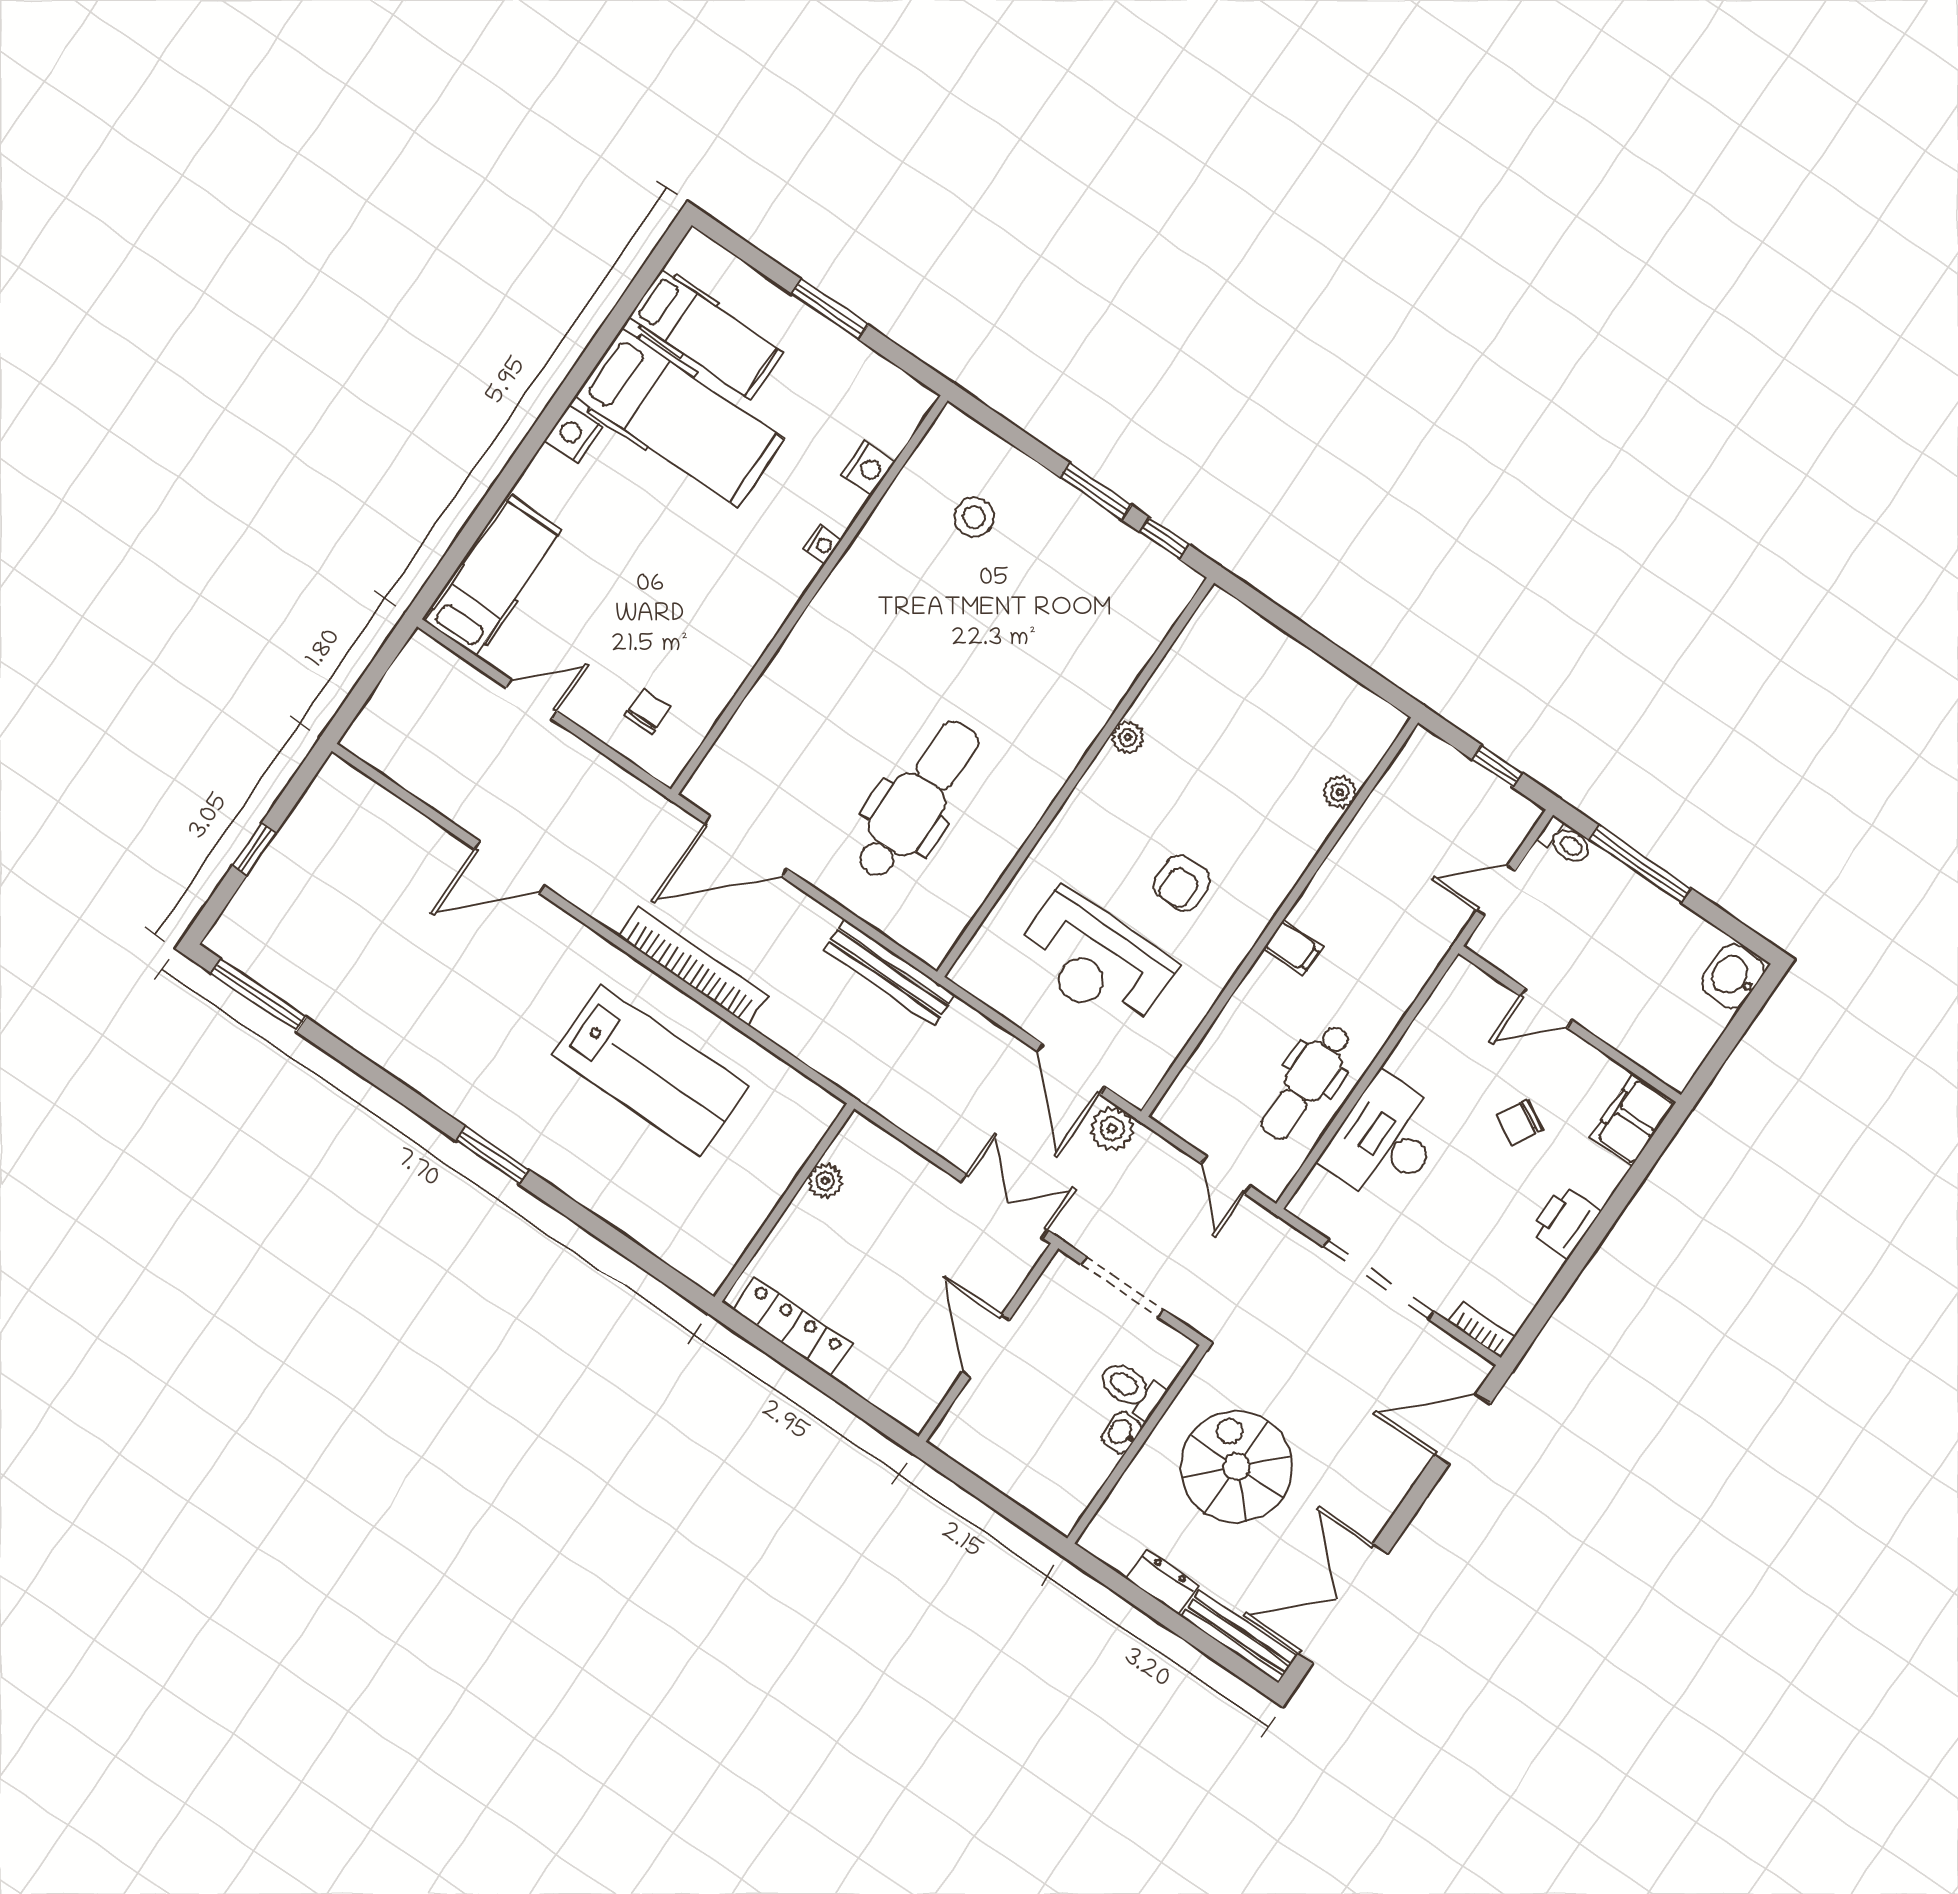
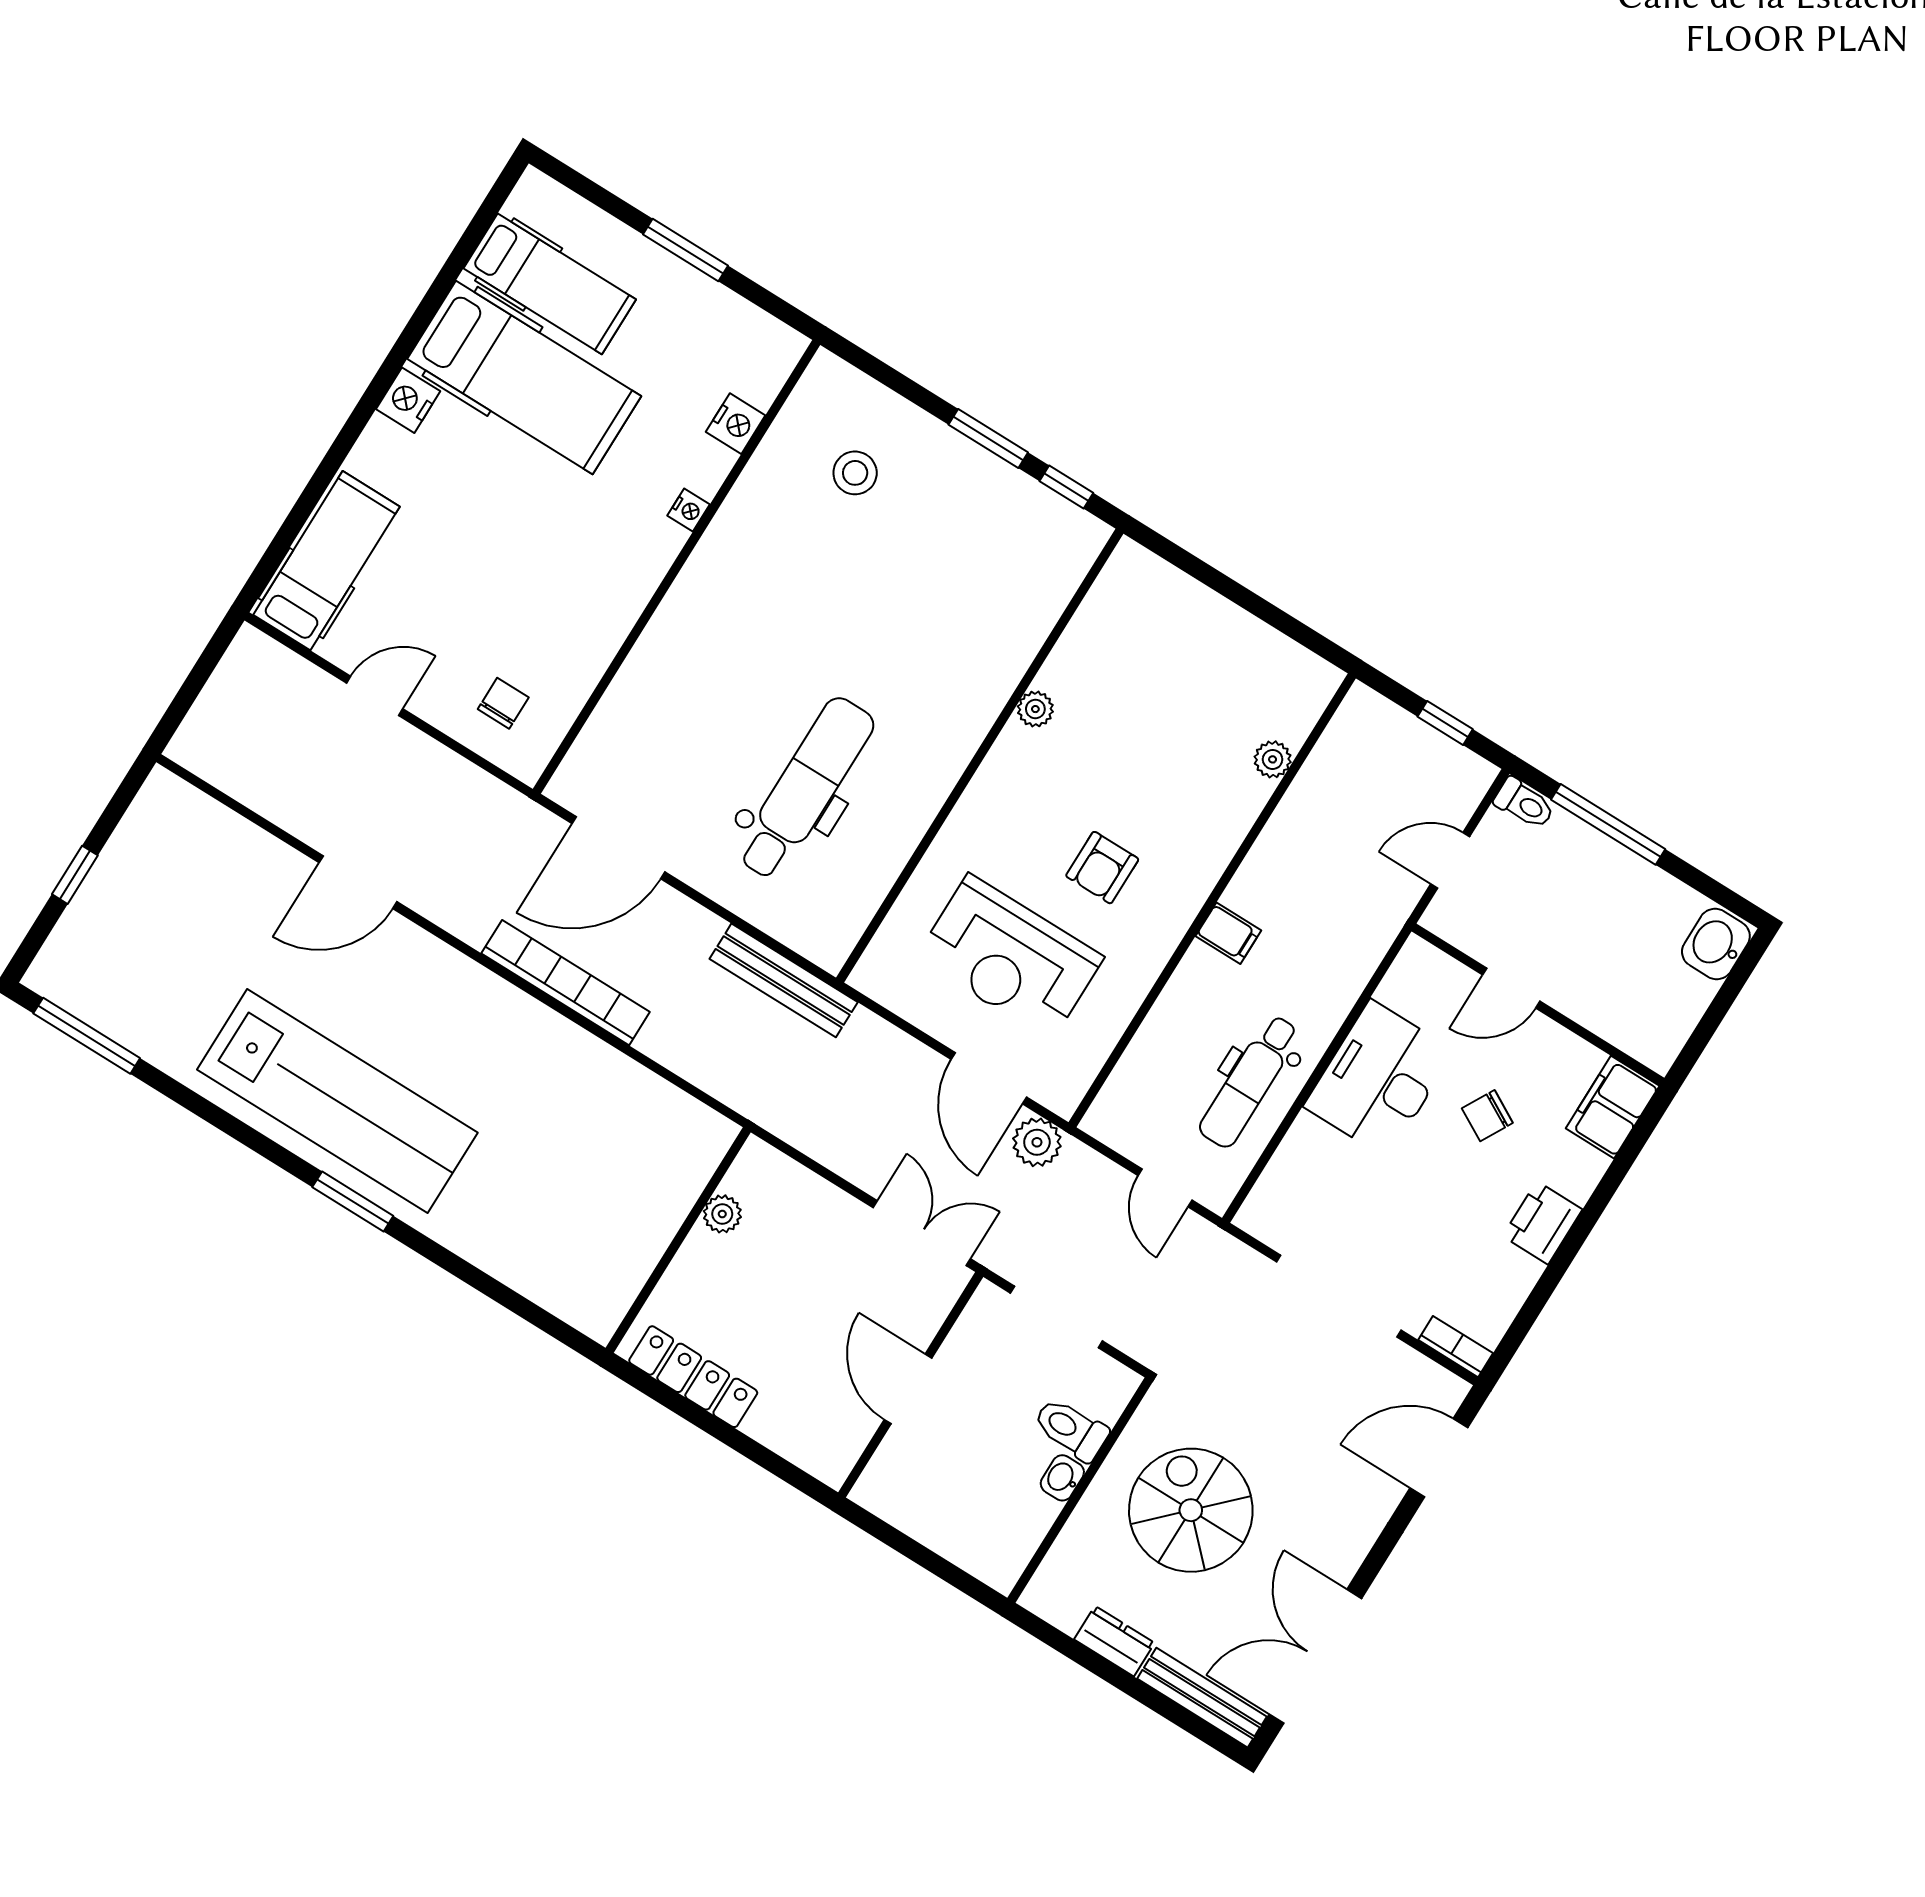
lab bench: (651, 1071) -> (337, 1101), moved, width x1.36
desk: (1385, 1140) -> (1379, 1079), moved

